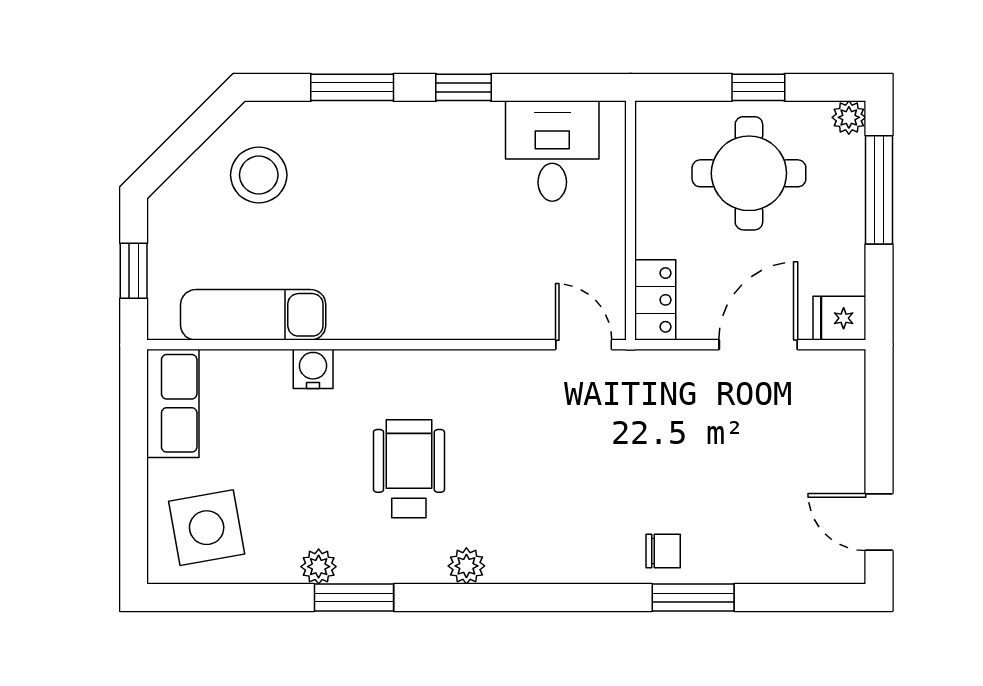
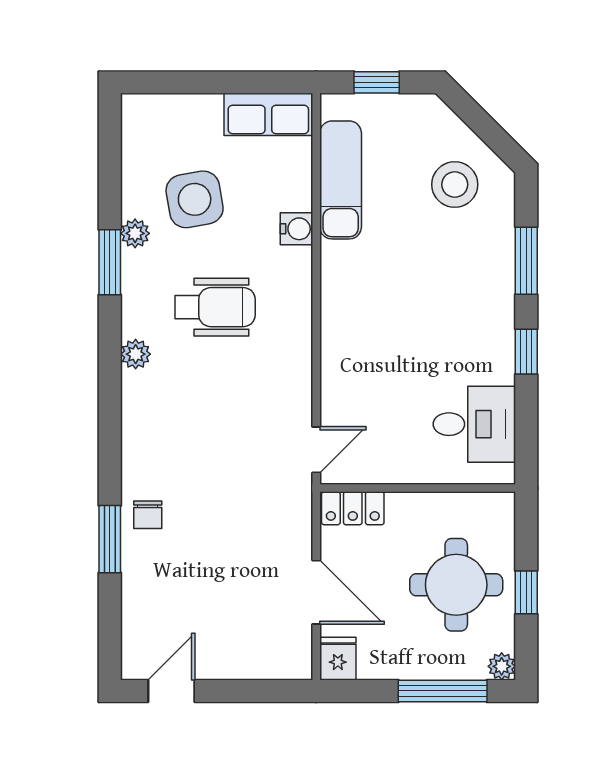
side table: (207, 528) -> (195, 199), moved

